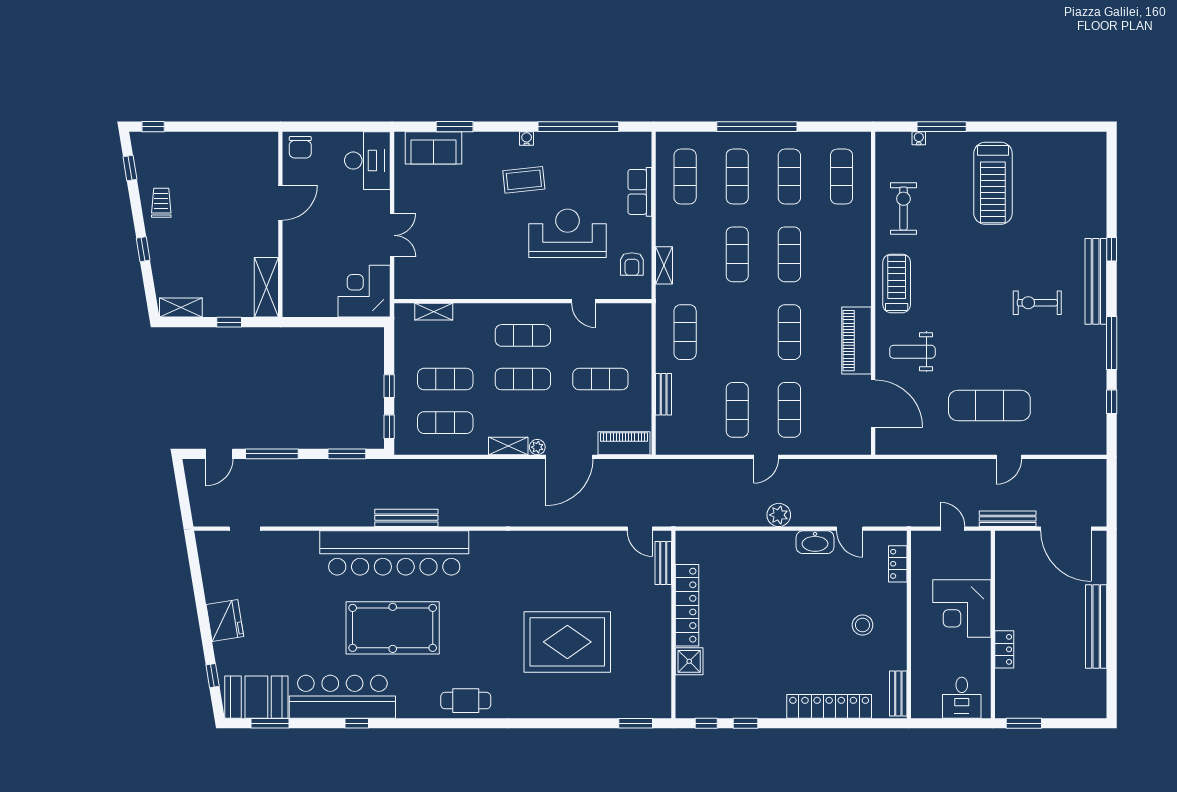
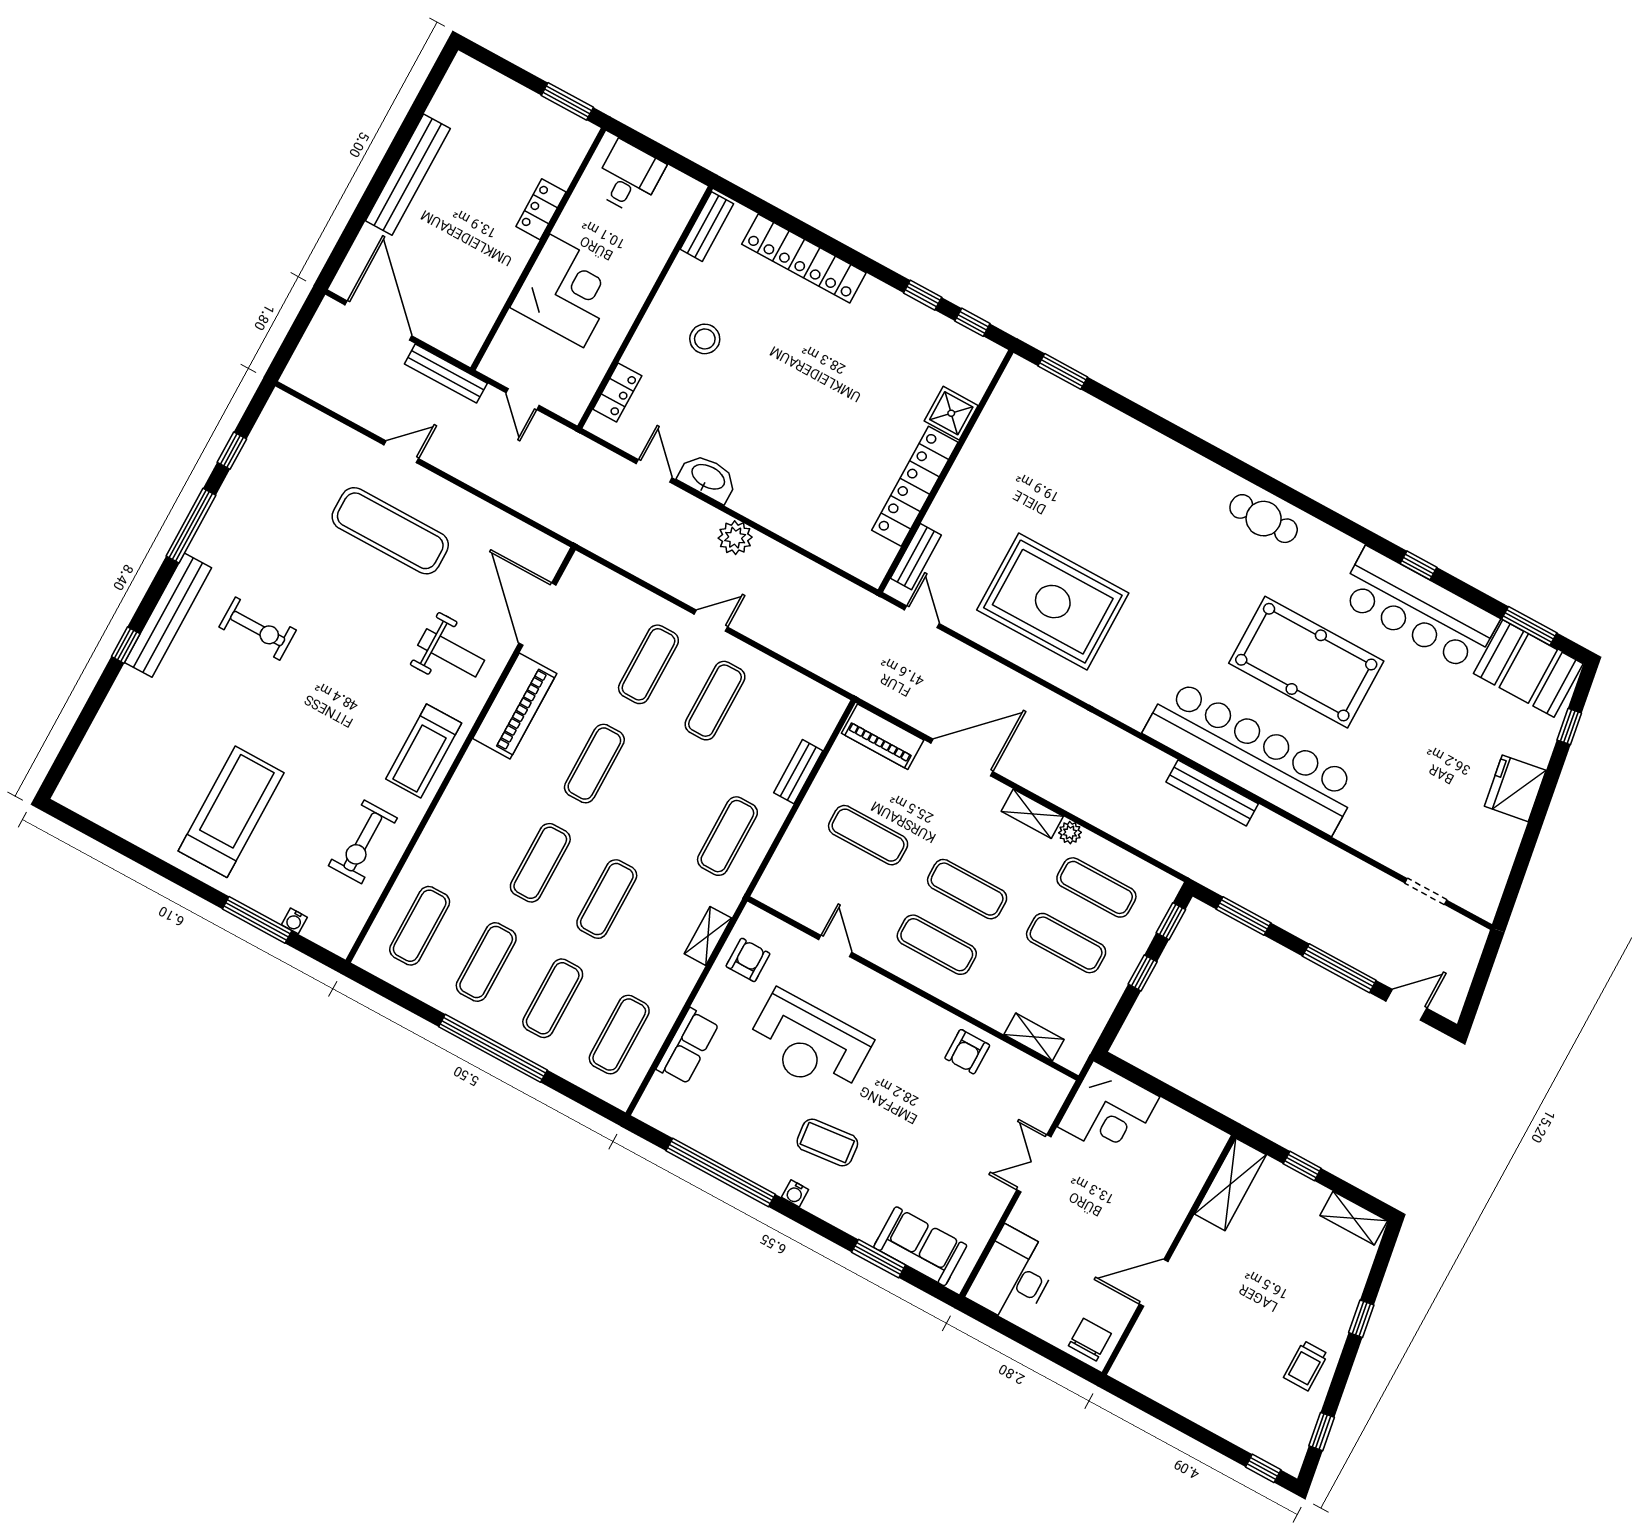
armchair: (469, 281) -> (967, 1052), added
plant: (537, 447) -> (1070, 833), moved
rug: (567, 642) -> (1053, 602), moved

